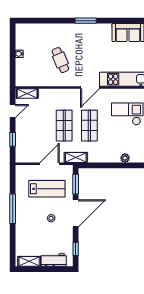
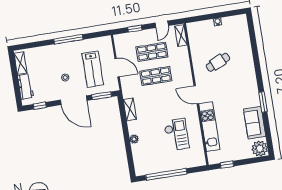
window: (86, 21) -> (263, 102), moved
door: (13, 111) -> (162, 24), hinge flipped
shop shelf: (89, 126) -> (152, 52), moved
shelving: (76, 157) -> (130, 109), moved

